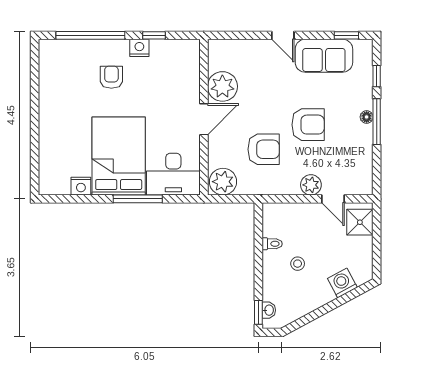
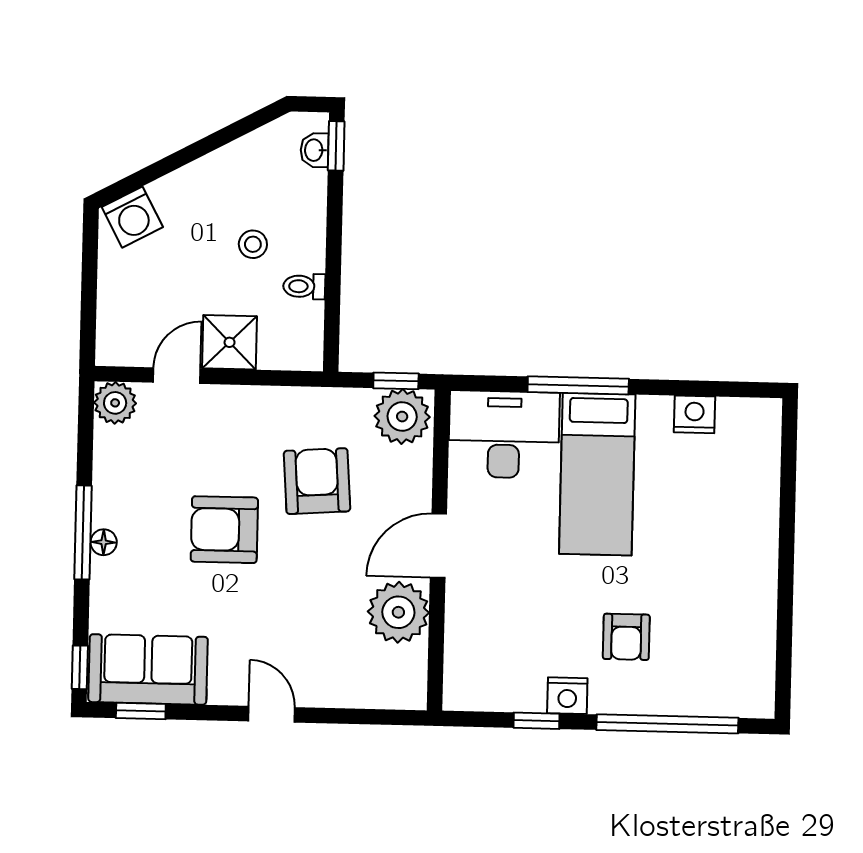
sofa: (324, 56) -> (148, 669), moved
window: (377, 76) -> (80, 667), moved
armchair: (264, 149) -> (317, 481), turned 86
bed: (119, 156) -> (597, 474), width x0.67
plant: (311, 185) -> (115, 403), moved
window: (226, 199) -> (396, 381), added
door: (333, 199) -> (177, 376), hinge flipped
shower: (360, 222) -> (230, 342), moved
washing machine: (342, 283) -> (132, 217), moved

